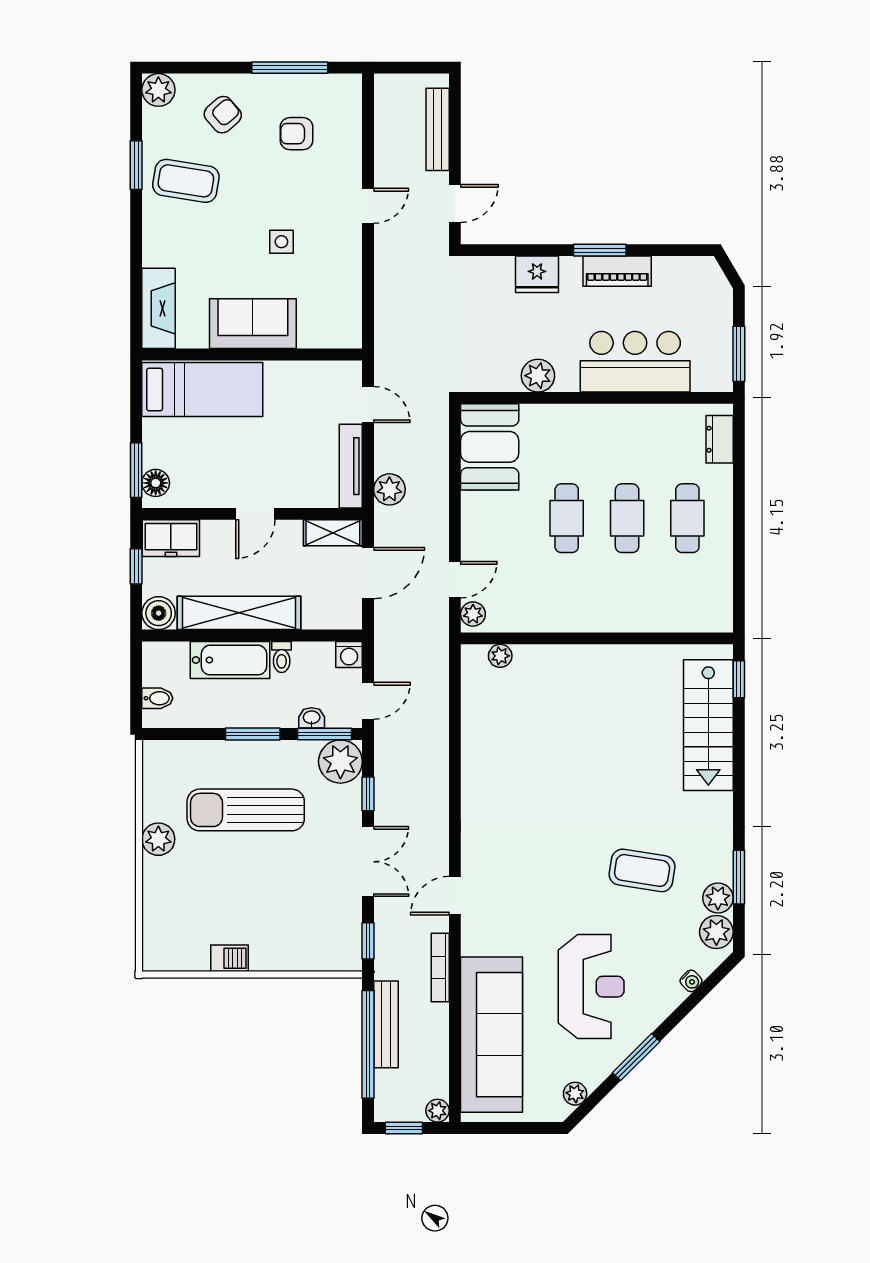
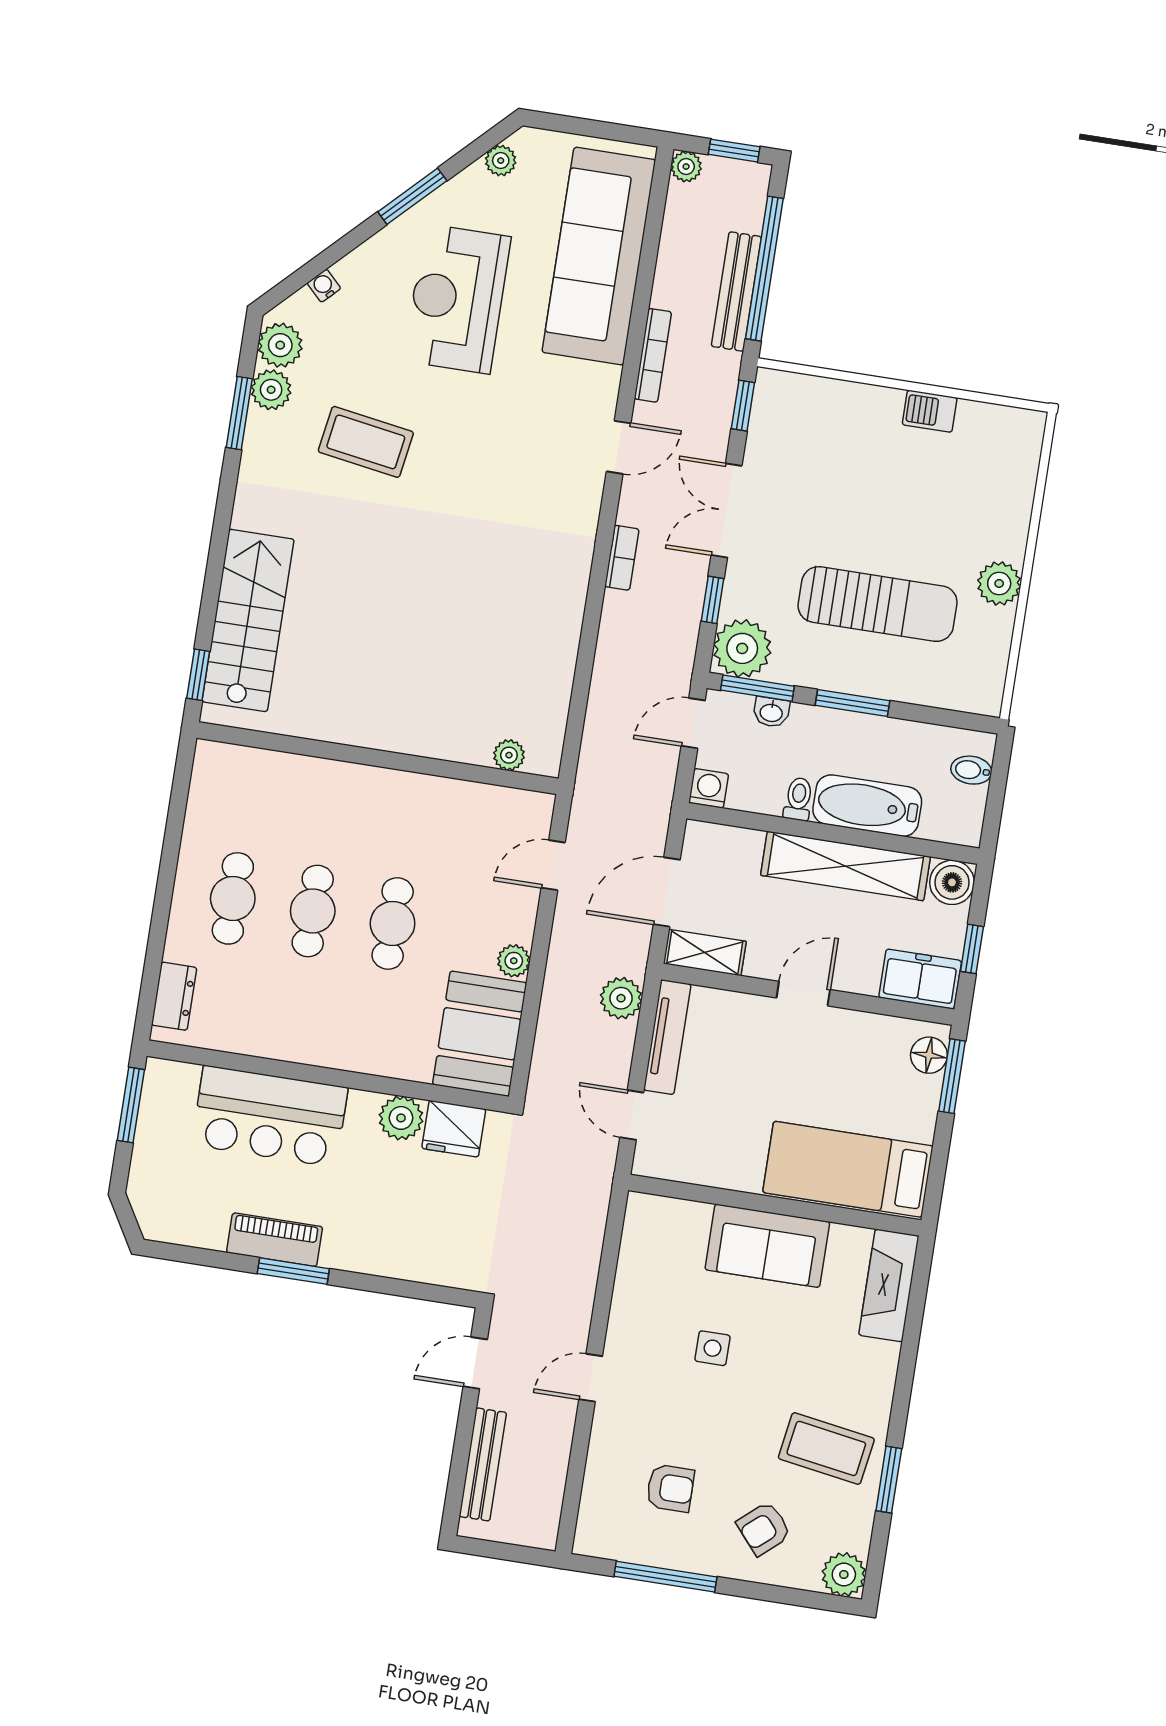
fridge: (537, 274) -> (454, 1129), moved, turned 180
plant: (473, 614) -> (514, 961), moved
bookcase: (440, 815) -> (622, 558), added

